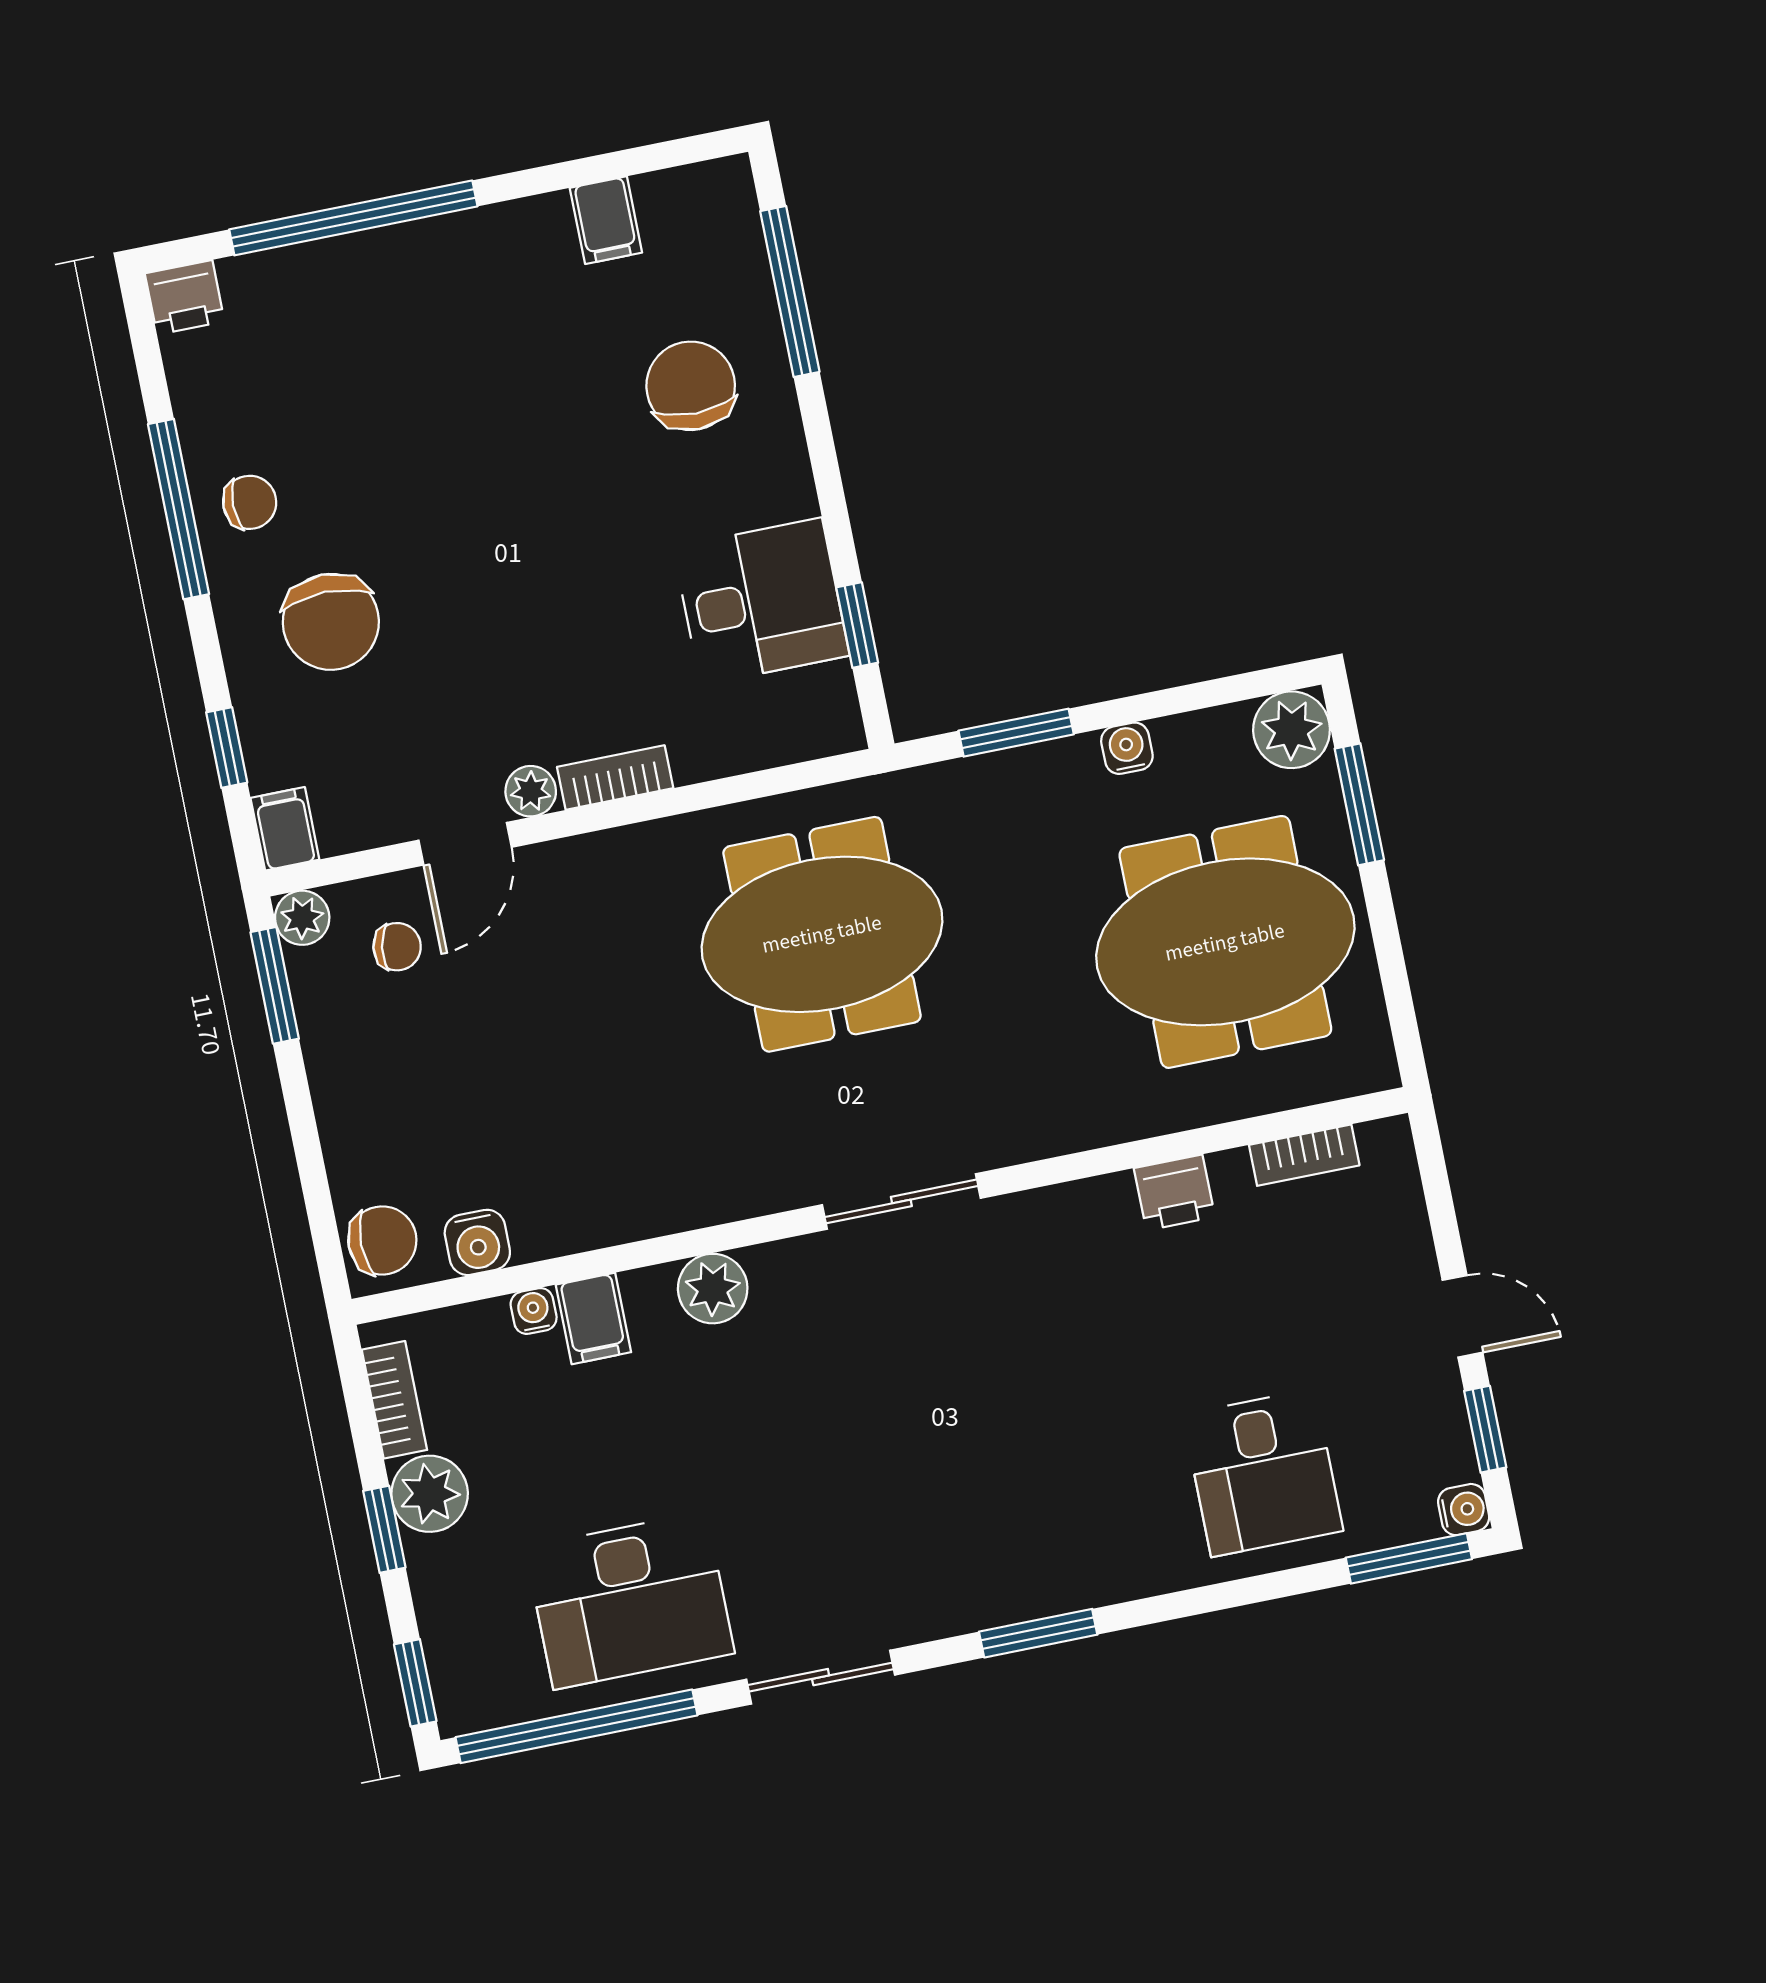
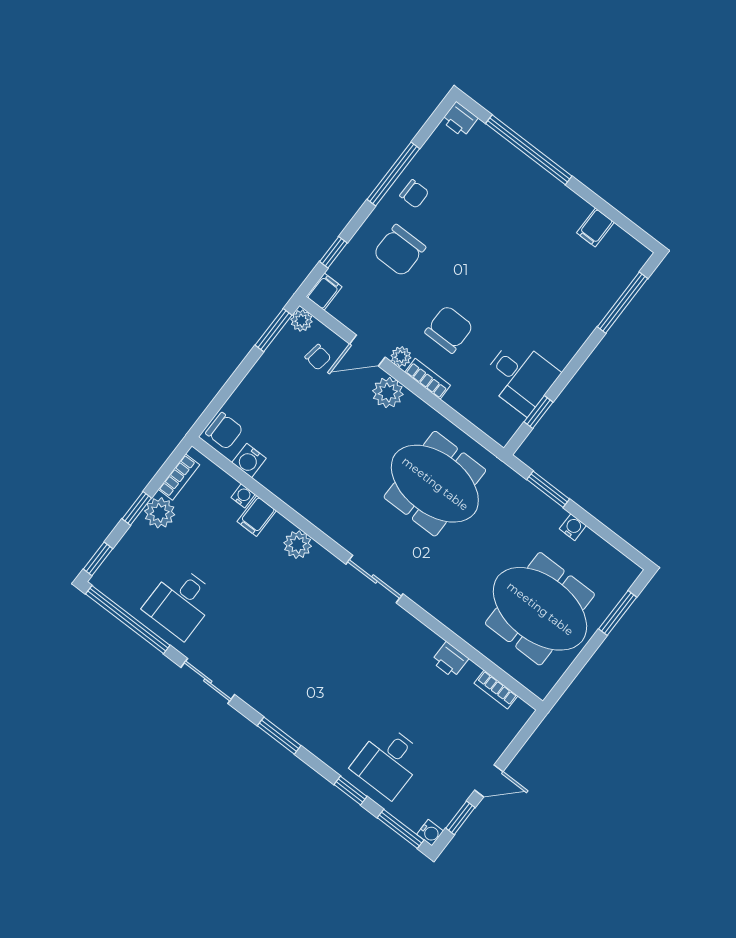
chair: (691, 386) -> (449, 329), moved
plant: (1292, 730) -> (388, 393), moved
door: (1463, 1316) -> (489, 781), hinge flipped
window: (1256, 1589) -> (351, 791), added
desk: (630, 1600) -> (180, 602), width x0.73

